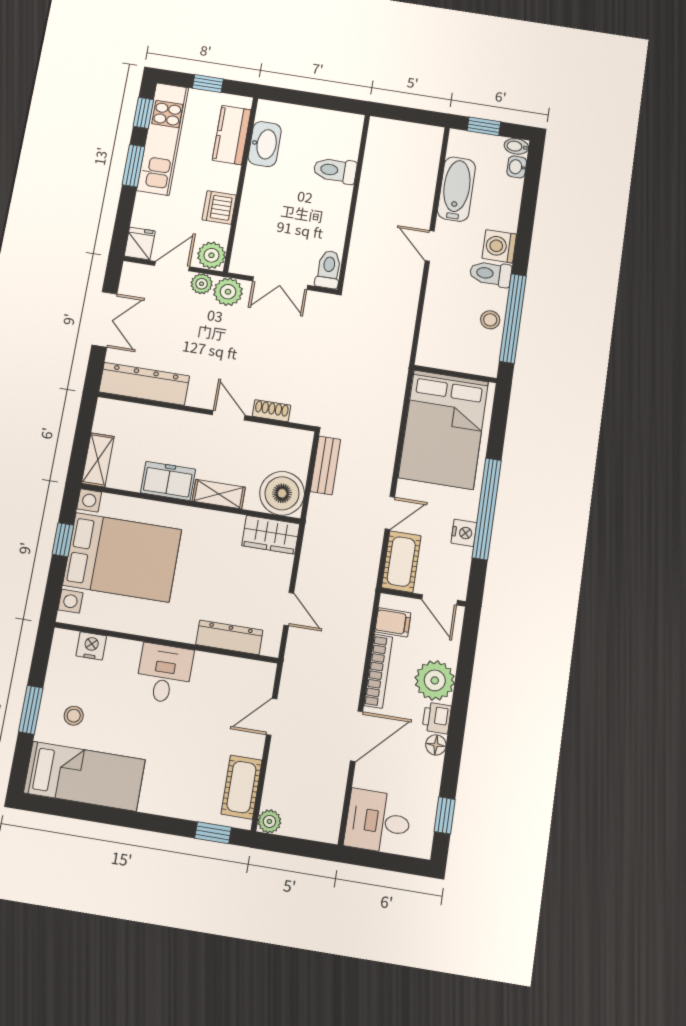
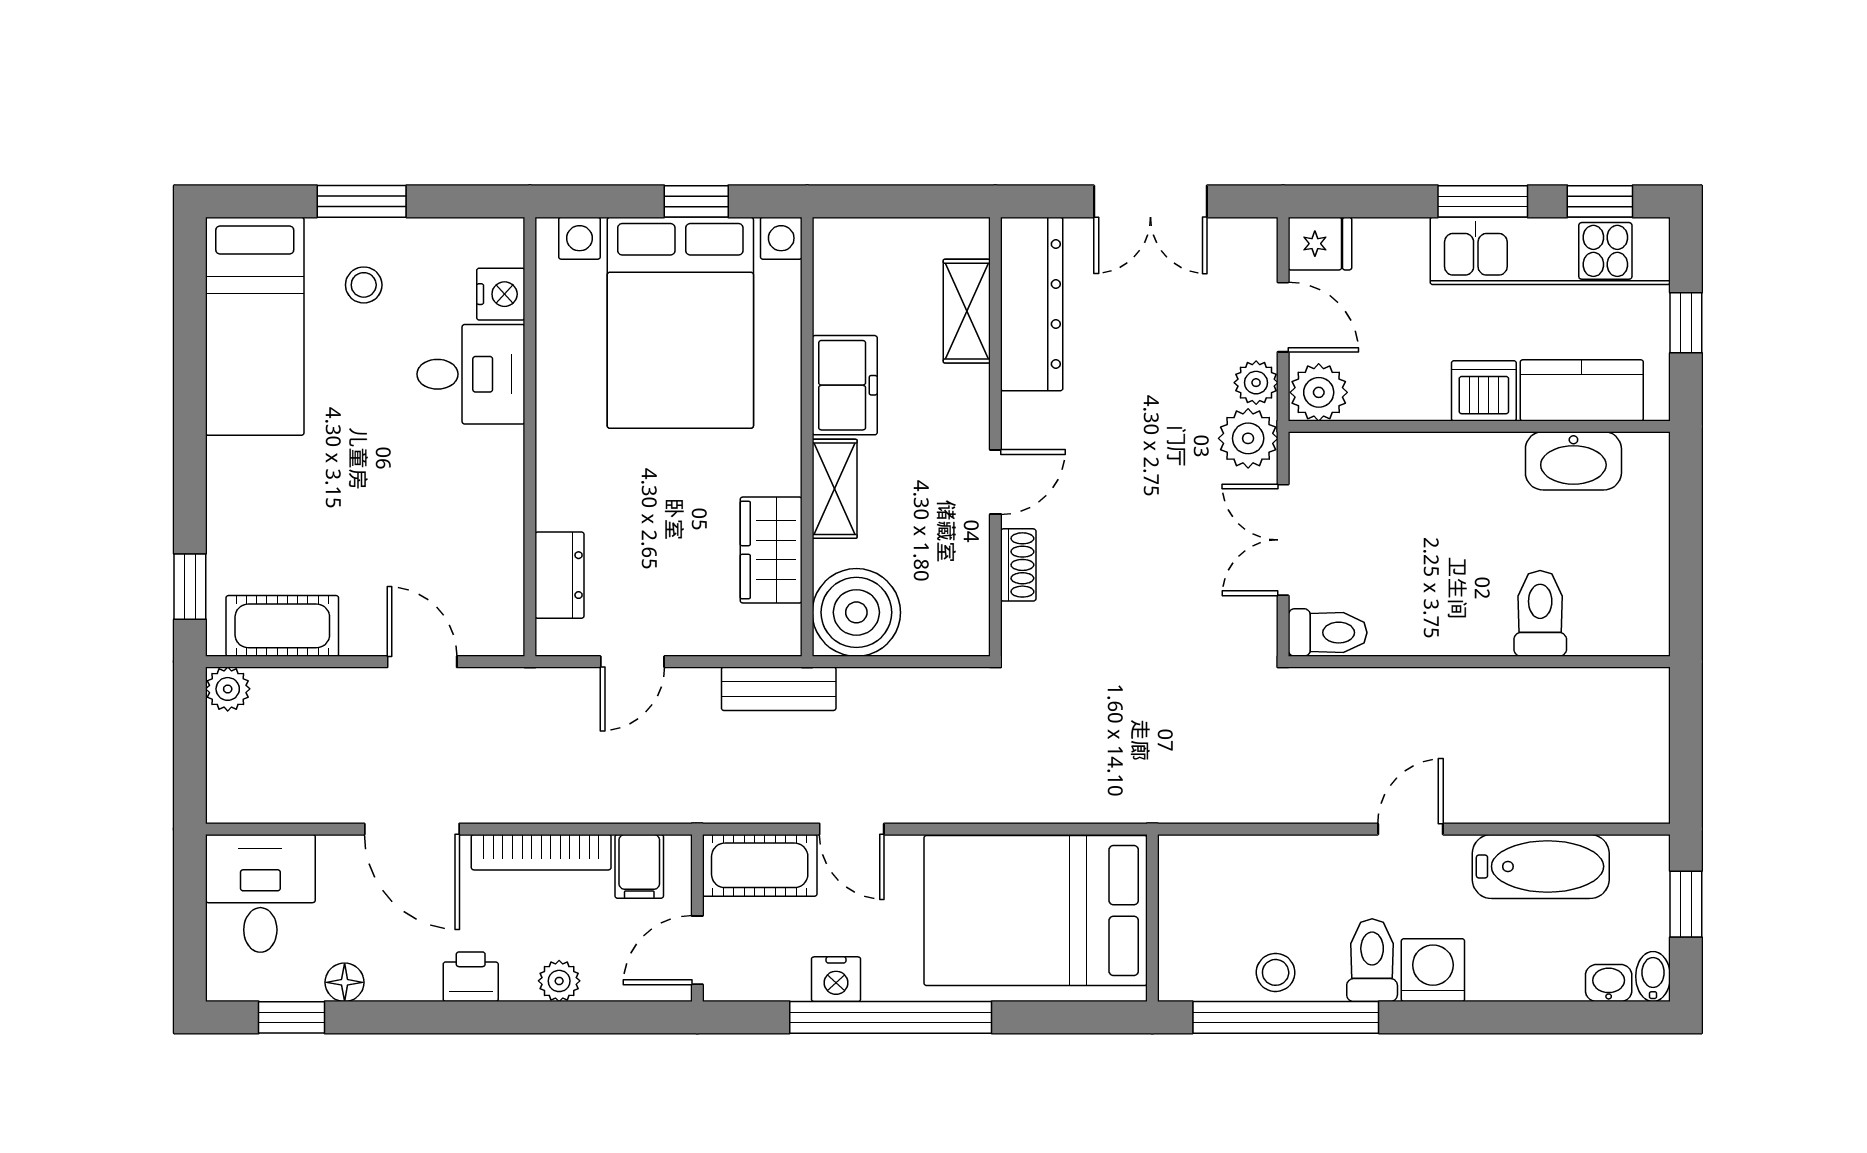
dishwasher: (219, 207) -> (1484, 391), moved
shelving: (98, 460) -> (967, 311), moved, turned 90
bench: (325, 465) -> (779, 689), moved
wardrobe: (271, 535) -> (771, 550), moved
dresser: (229, 637) -> (560, 575), width x0.70
desk: (164, 674) -> (471, 374), moved
plant: (435, 680) -> (559, 981), width x0.53, depth x0.53
floor lamp: (436, 745) -> (345, 982), moved

